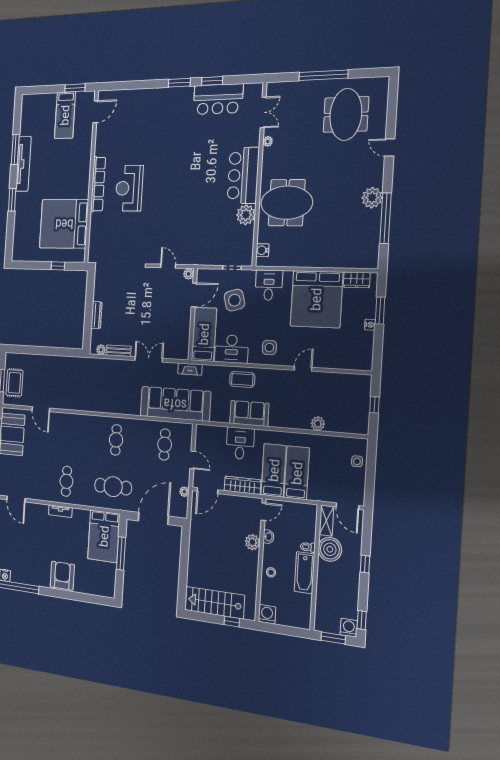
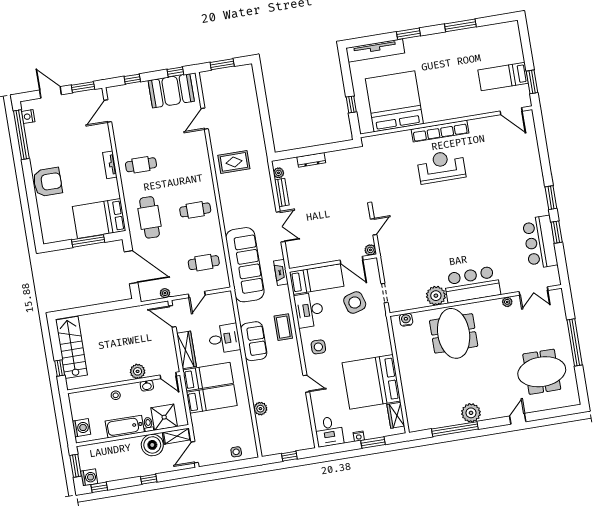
tv unit: (23, 164) -> (375, 51), moved
desk: (269, 285) -> (329, 431), moved, turned 90
rug: (15, 383) -> (234, 162), moved
shower: (304, 528) -> (164, 417), added
washing machine: (267, 614) -> (81, 428), moved

